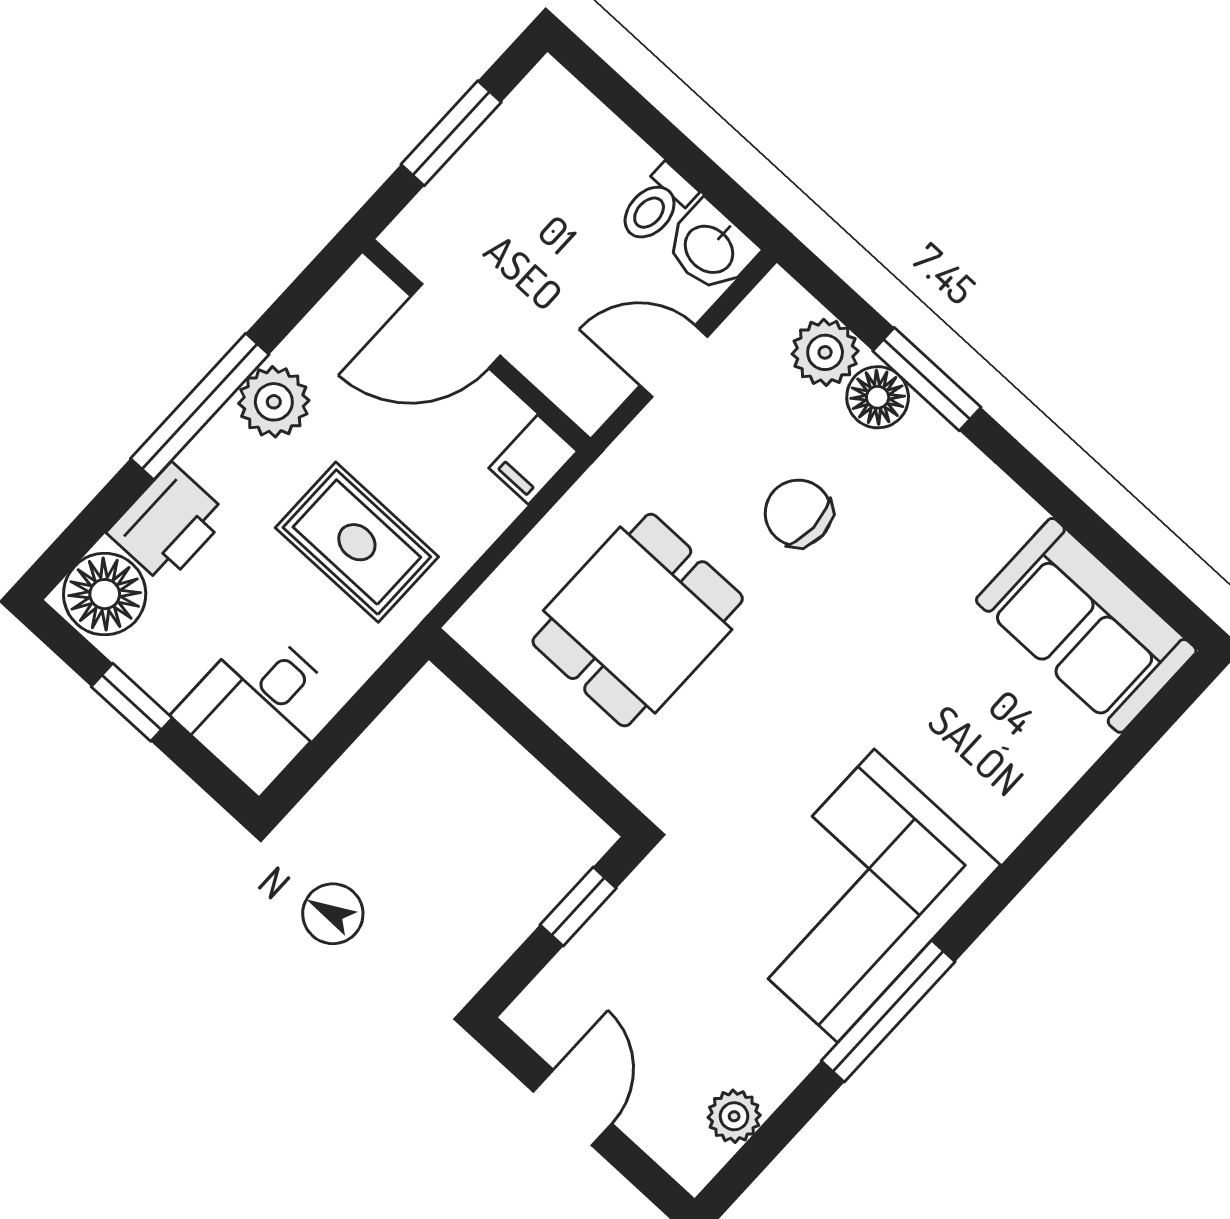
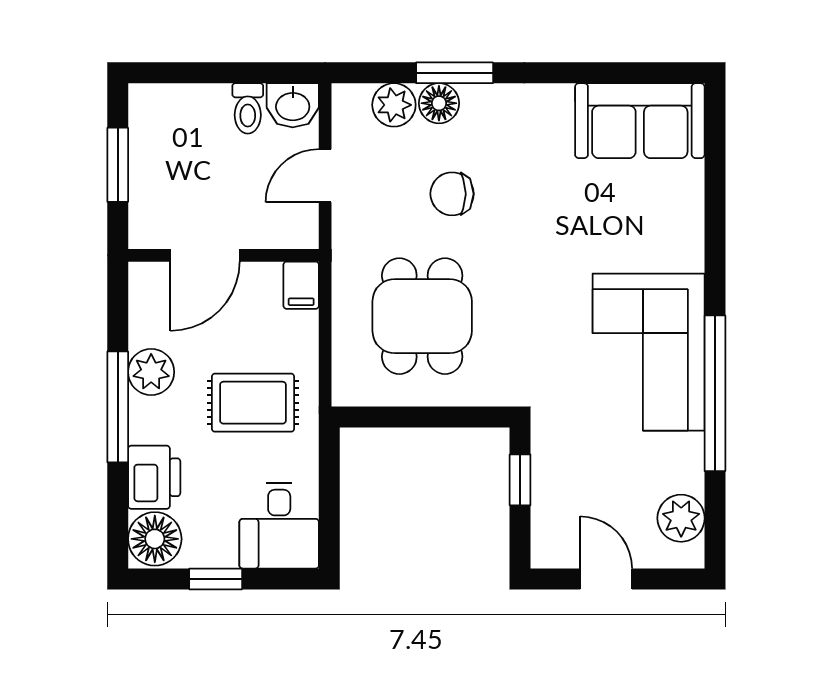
window: (888, 1011) -> (715, 393), width x1.46
plant: (734, 1116) -> (681, 518), width x1.38, depth x1.38

